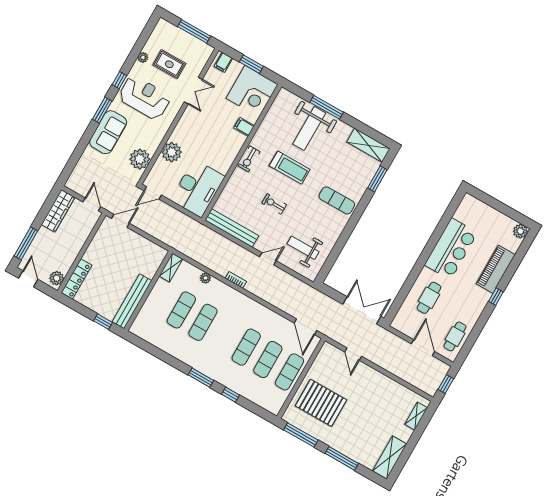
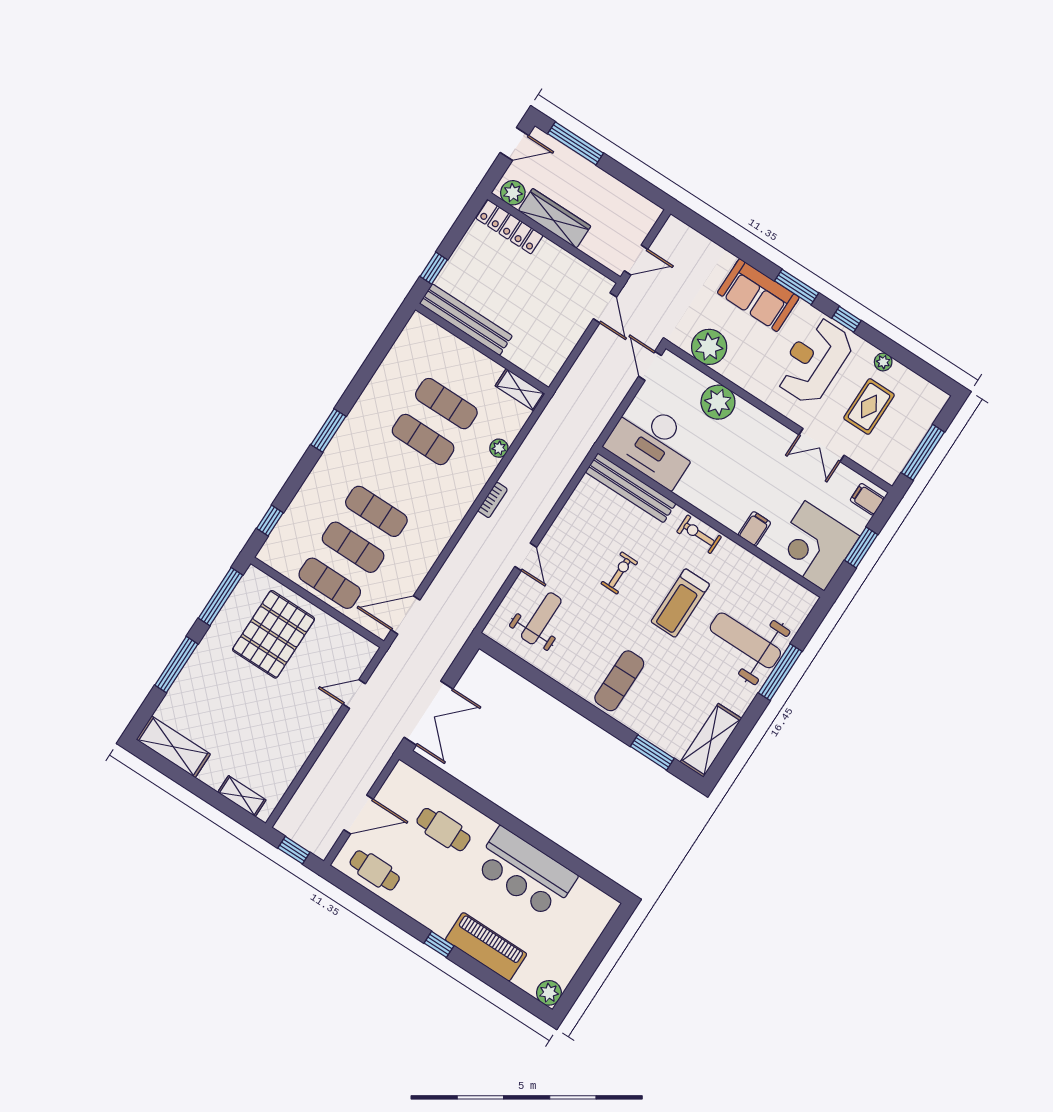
reception desk: (144, 98) -> (814, 361), turned 180
wardrobe: (58, 211) -> (555, 218), moved, turned 180
bench: (232, 228) -> (631, 488), moved, turned 90
window: (230, 395) -> (270, 521), moved

